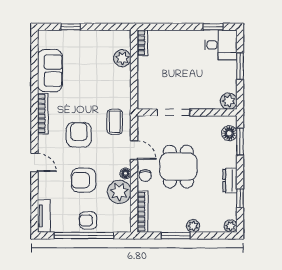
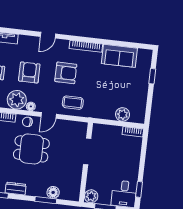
plant: (229, 101) -> (91, 196), moved
doorway: (173, 112) -> (87, 151), moved
wall: (187, 112) -> (86, 162), moved

